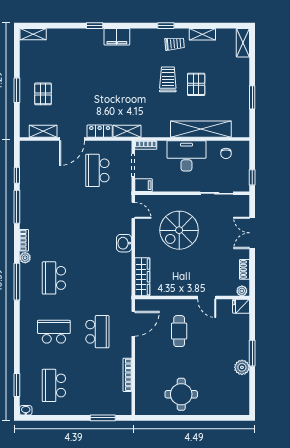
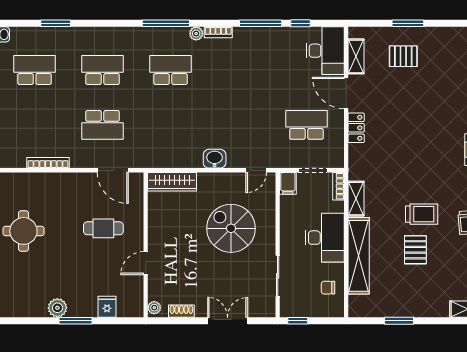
pallet: (196, 84) -> (415, 250), turned 90
shelving: (127, 131) -> (356, 199), moved
desk: (39, 156) -> (325, 51), added
fridge: (241, 306) -> (107, 307), moved
school desk: (54, 332) -> (103, 70), turned -90
window: (17, 385) -> (56, 23), moved

